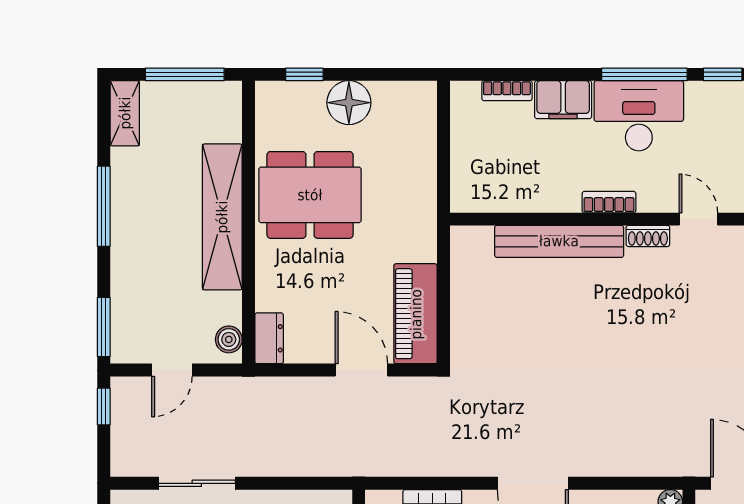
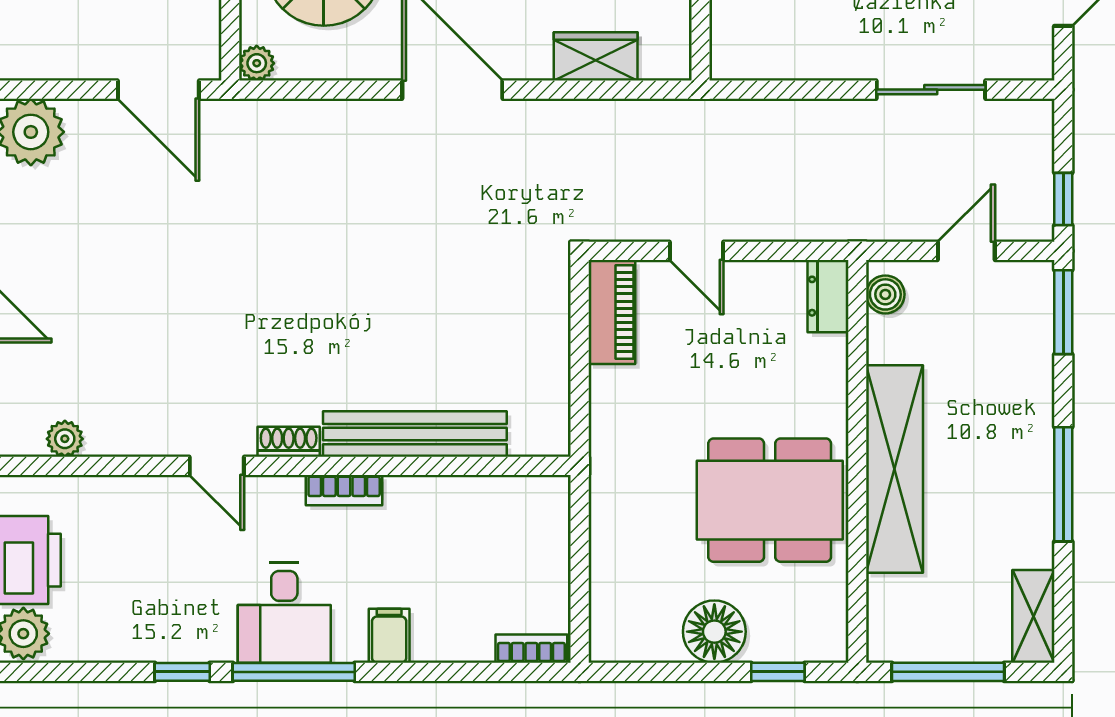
bookcase: (507, 91) -> (531, 649), moved
filing cabinet: (563, 100) -> (389, 636), width x0.50
desk: (639, 116) -> (284, 613), width x0.73
piano: (416, 314) -> (612, 312), width x0.73, depth x0.75
door: (361, 370) -> (696, 251), width x0.73

